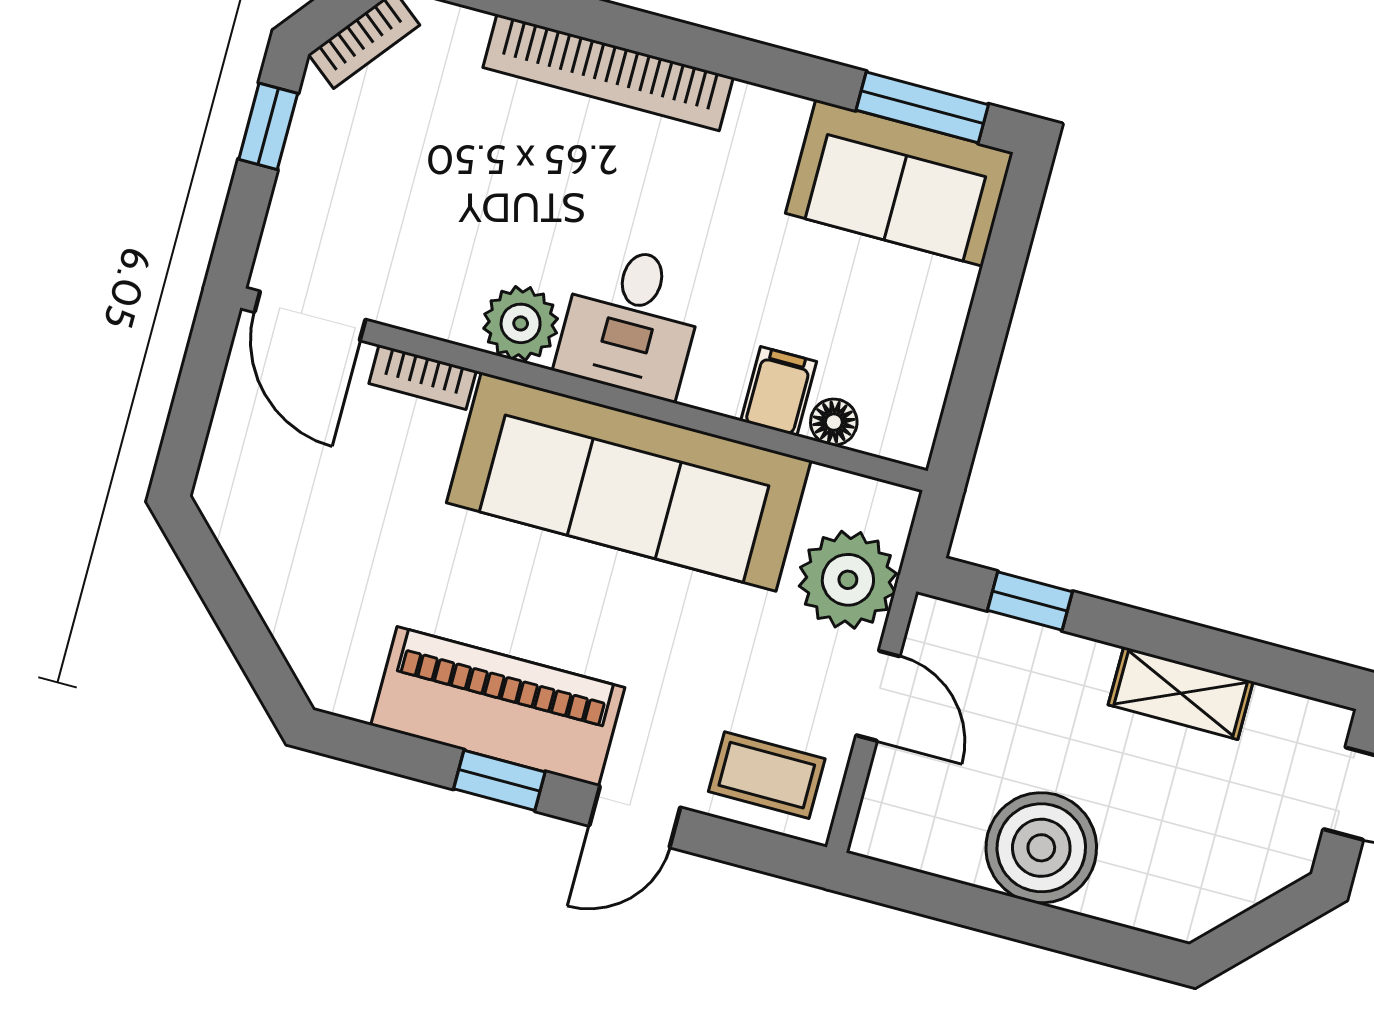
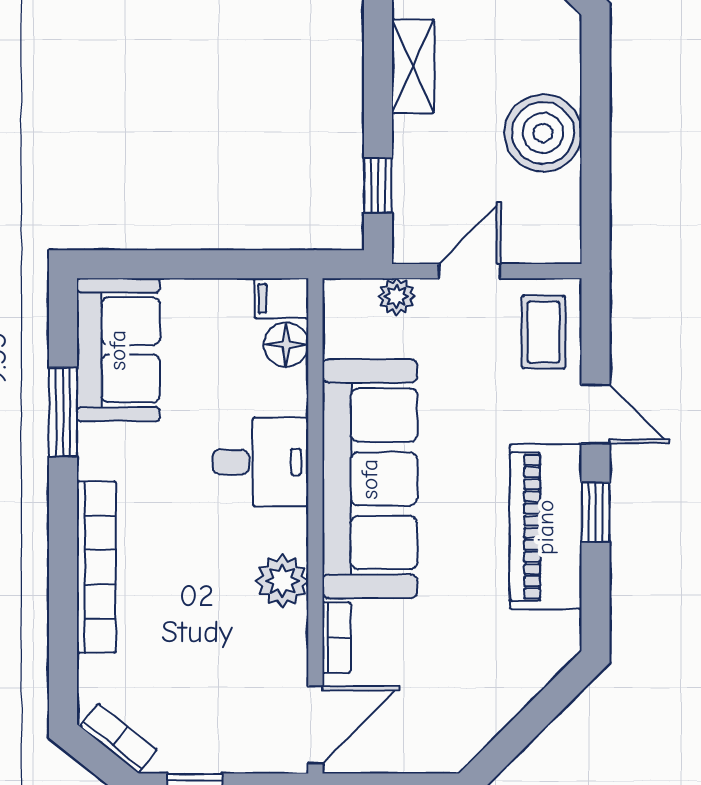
window: (922, 107) -> (63, 412), moved
desk: (631, 321) -> (260, 462), moved
filing cabinet: (779, 391) -> (281, 298), moved
floor lamp: (834, 422) -> (286, 345), width x1.37, depth x1.37
plant: (848, 580) -> (397, 296), width x0.53, depth x0.53

